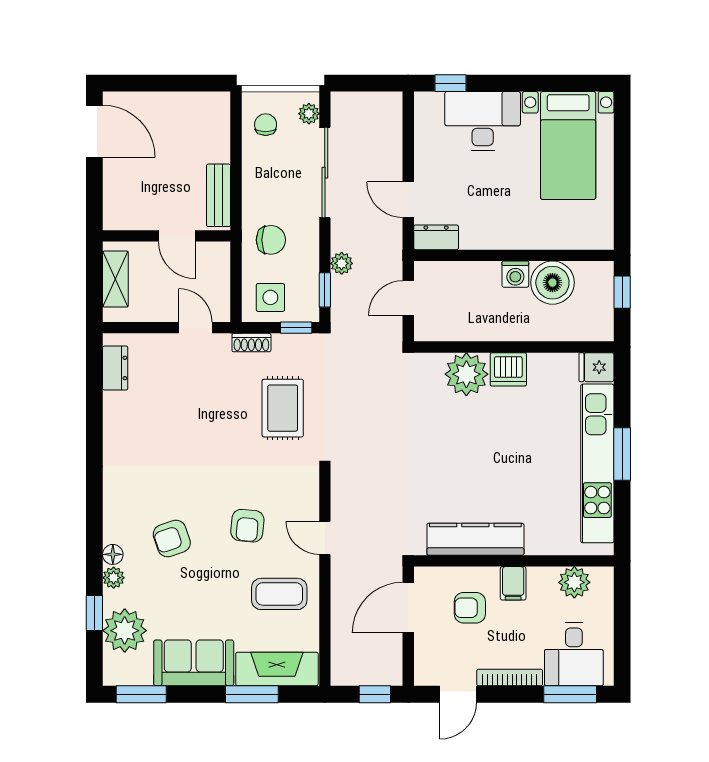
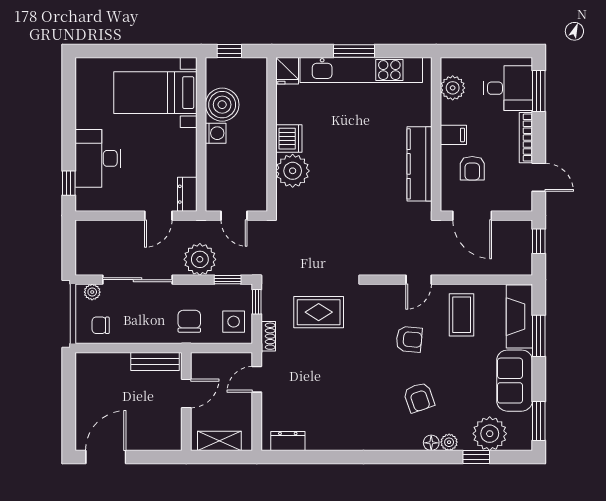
bed with nightstands: (568, 146) -> (155, 93), moved, turned 180
plant: (342, 263) -> (200, 259), width x1.87, depth x1.87

